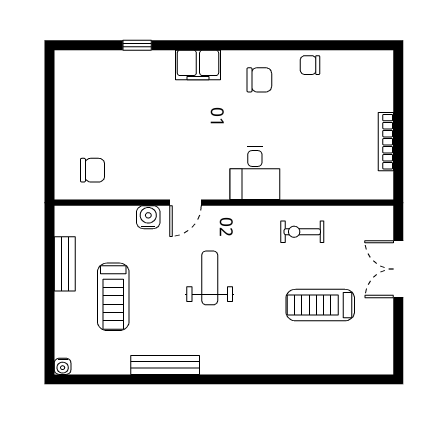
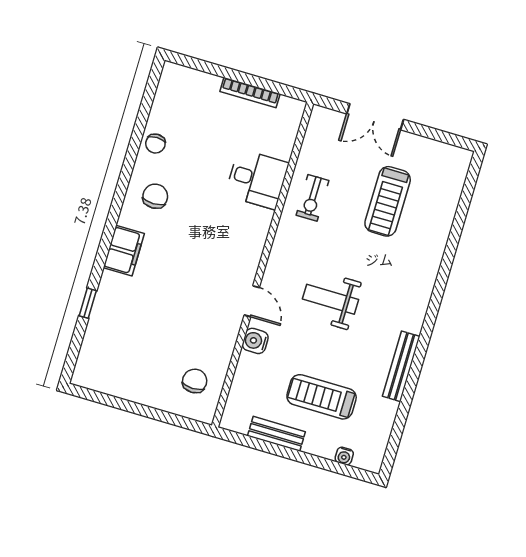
desk: (255, 173) -> (257, 179), moved
treadmill: (113, 297) -> (322, 397), turned 180
water cooler: (63, 366) -> (344, 456), moved, turned 90

